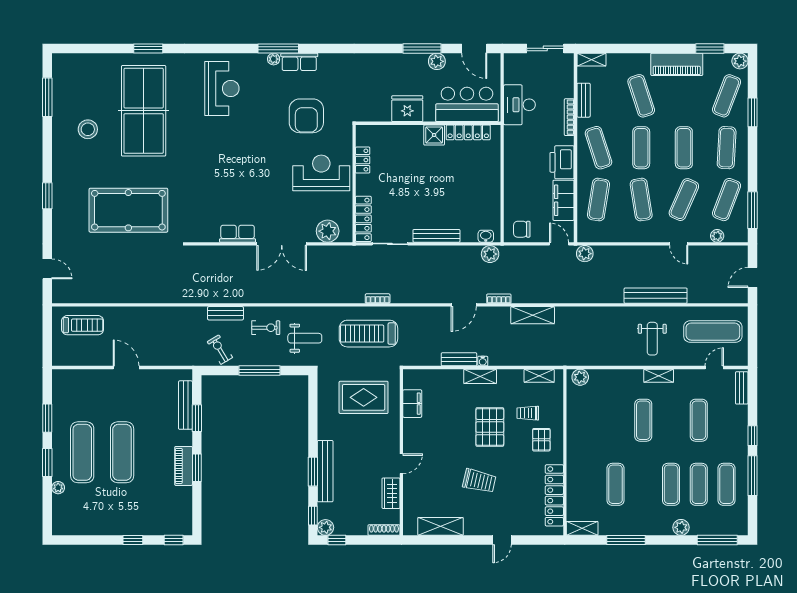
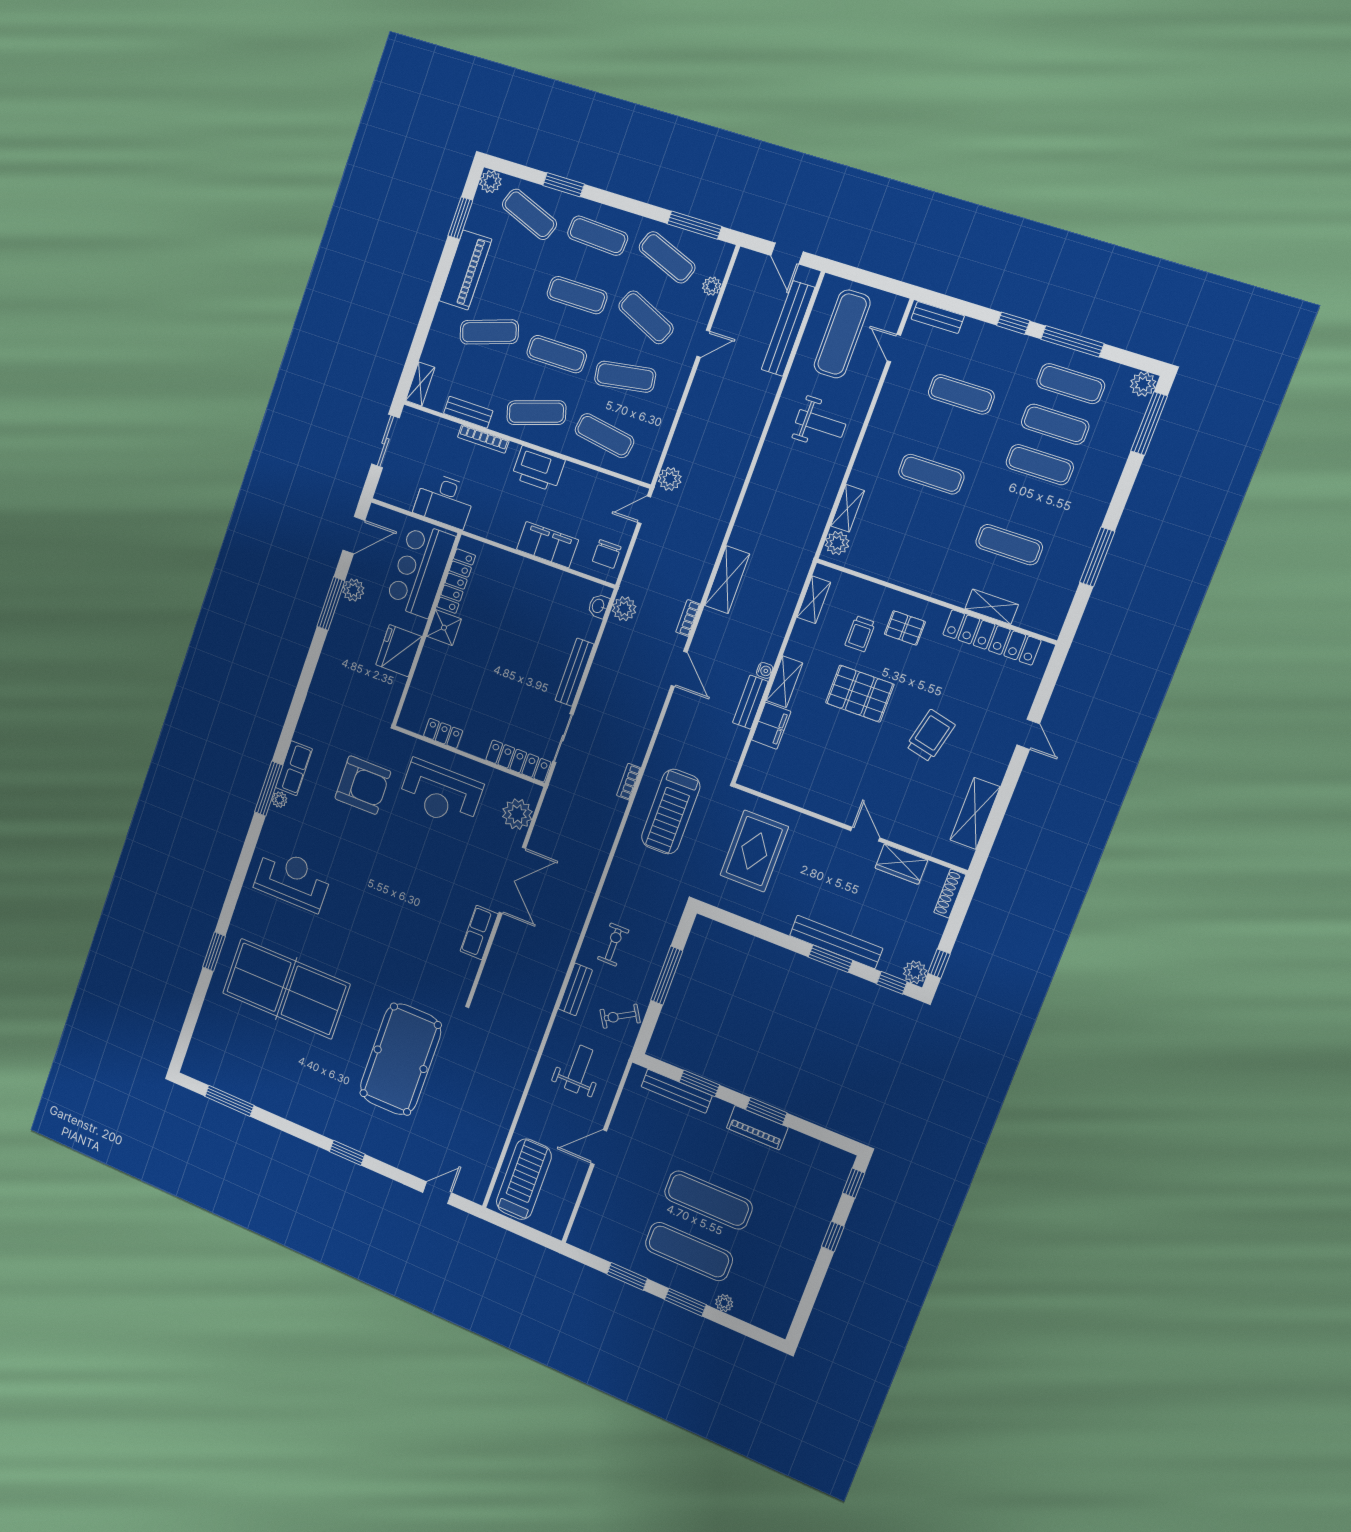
stool: (88, 129) -> (284, 1068), removed
reception desk: (321, 173) -> (440, 794), turned -90
filing cabinet: (563, 200) -> (547, 545), moved, turned 180
bench: (656, 296) -> (788, 328), moved
treadmill: (83, 325) -> (524, 1179), width x1.37, depth x1.38
weight bench: (305, 338) -> (579, 1069), moved
shelving: (659, 376) -> (848, 508), moved
filing cabinet: (412, 404) -> (771, 726), moved, turned 90
plant: (681, 527) -> (1143, 384), moved
shelving: (582, 528) -> (992, 607), moved, turned 90

